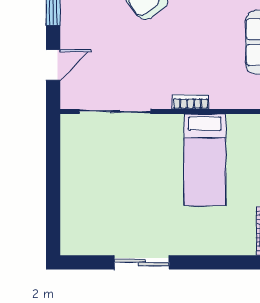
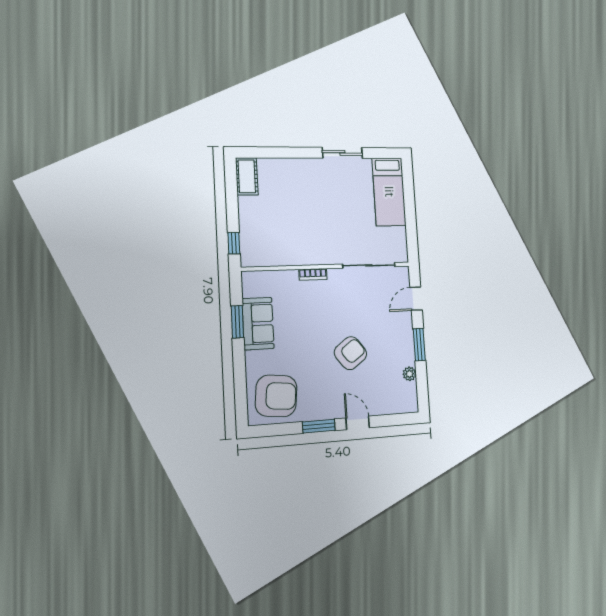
bed: (205, 160) -> (389, 192), moved, turned 180

